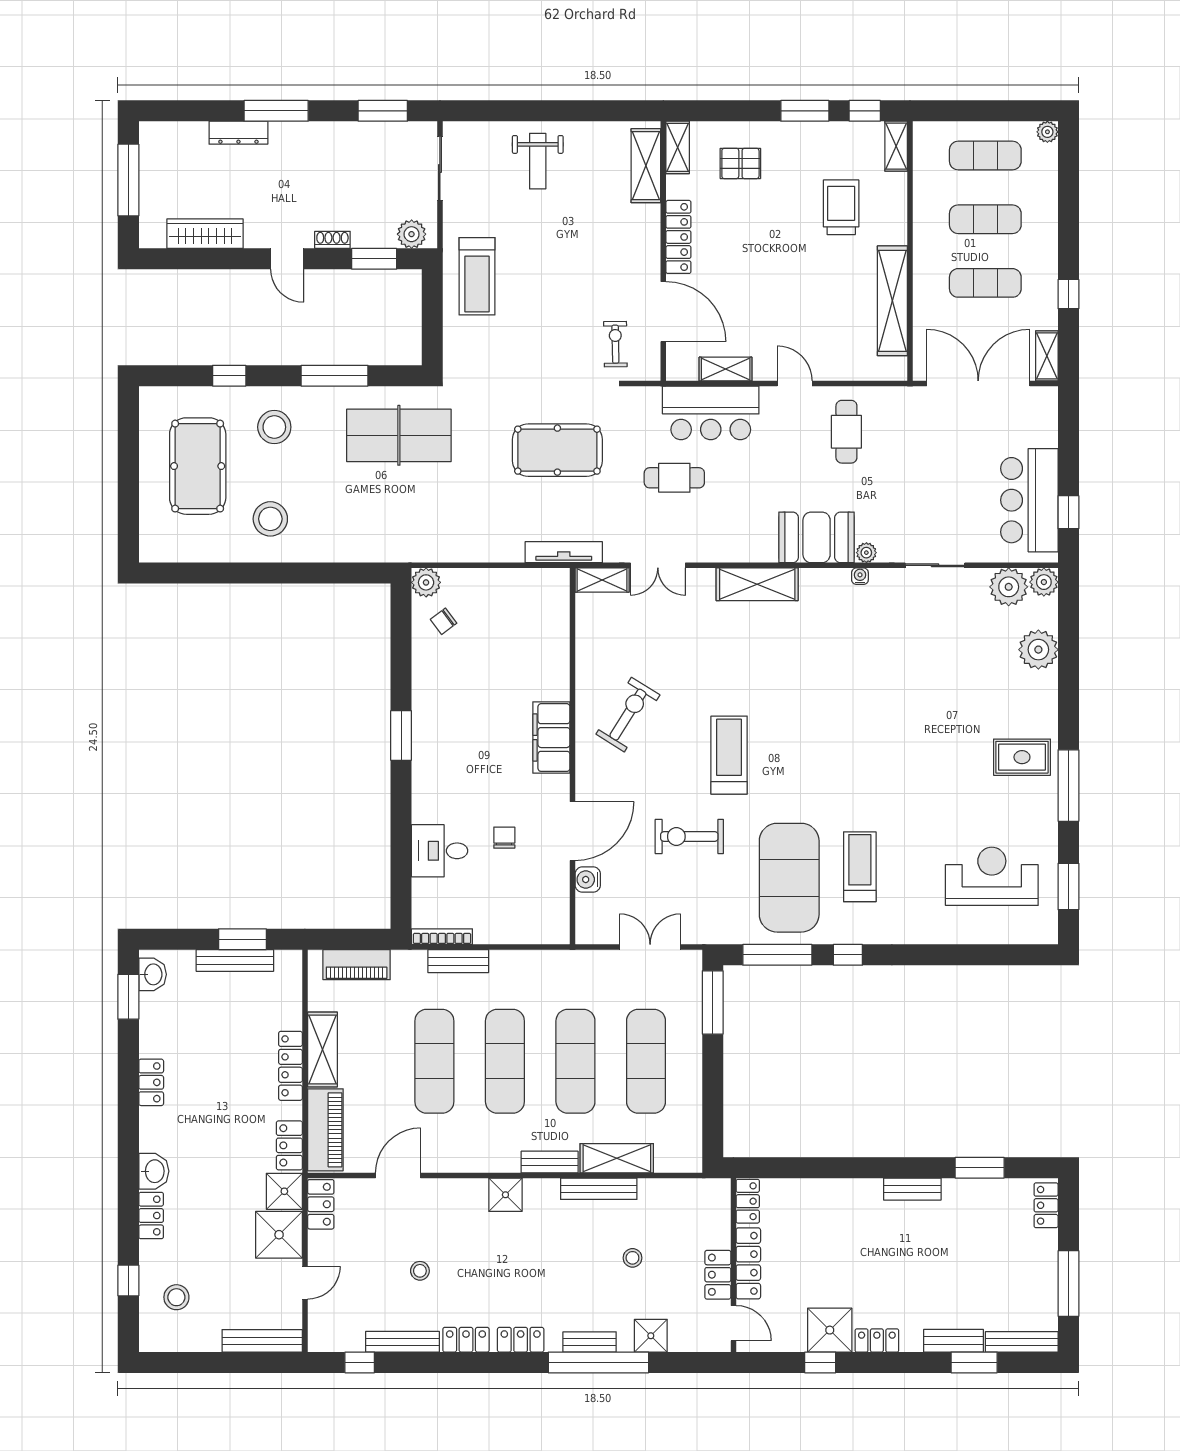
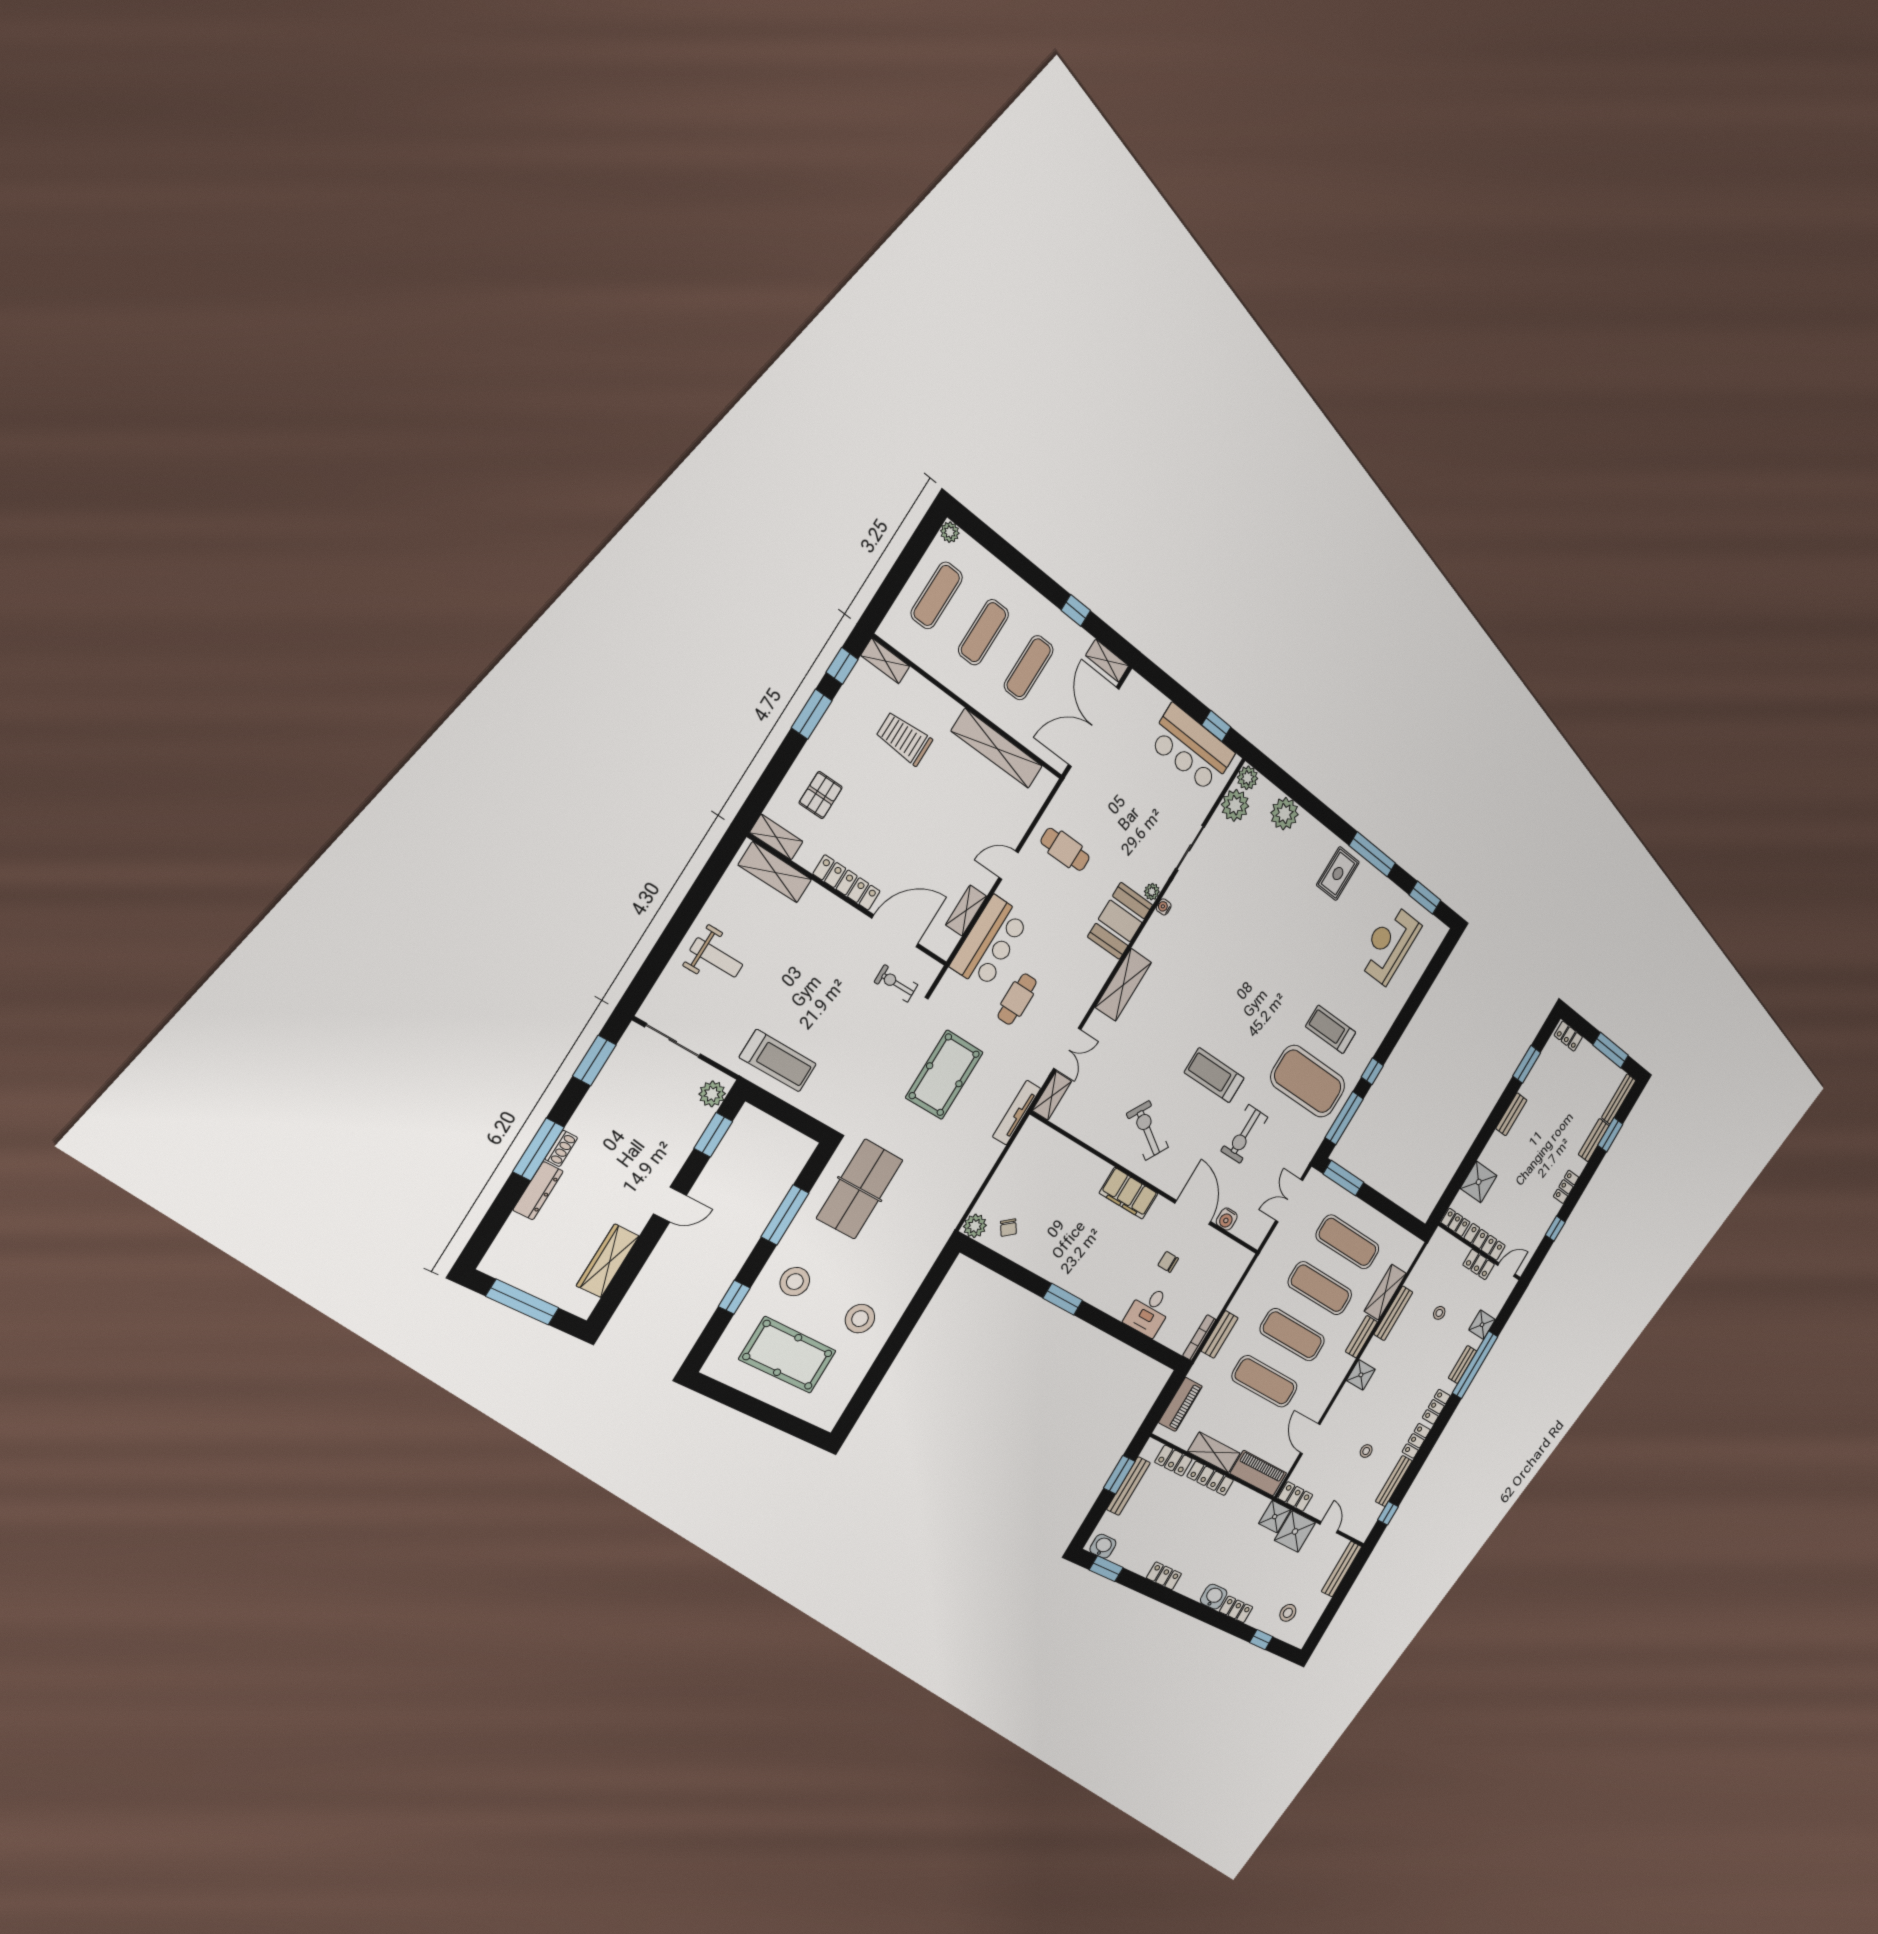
shoe rack: (332, 240) -> (561, 1148), moved, turned 180
locker: (289, 1145) -> (1173, 1461), moved
shower: (830, 1330) -> (1479, 1182), moved

